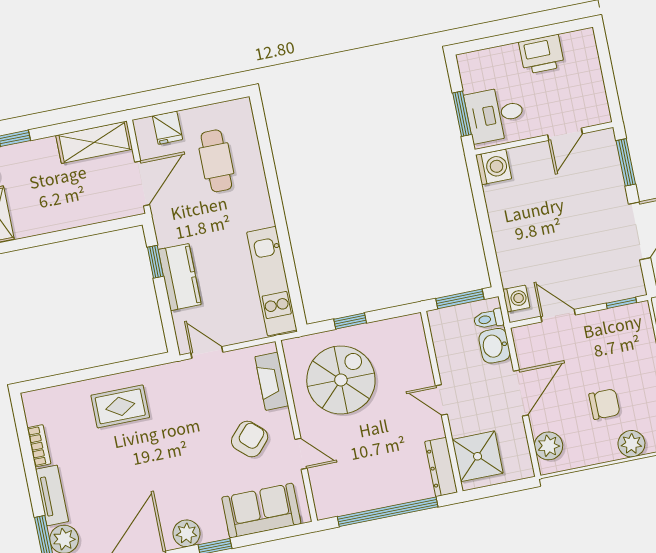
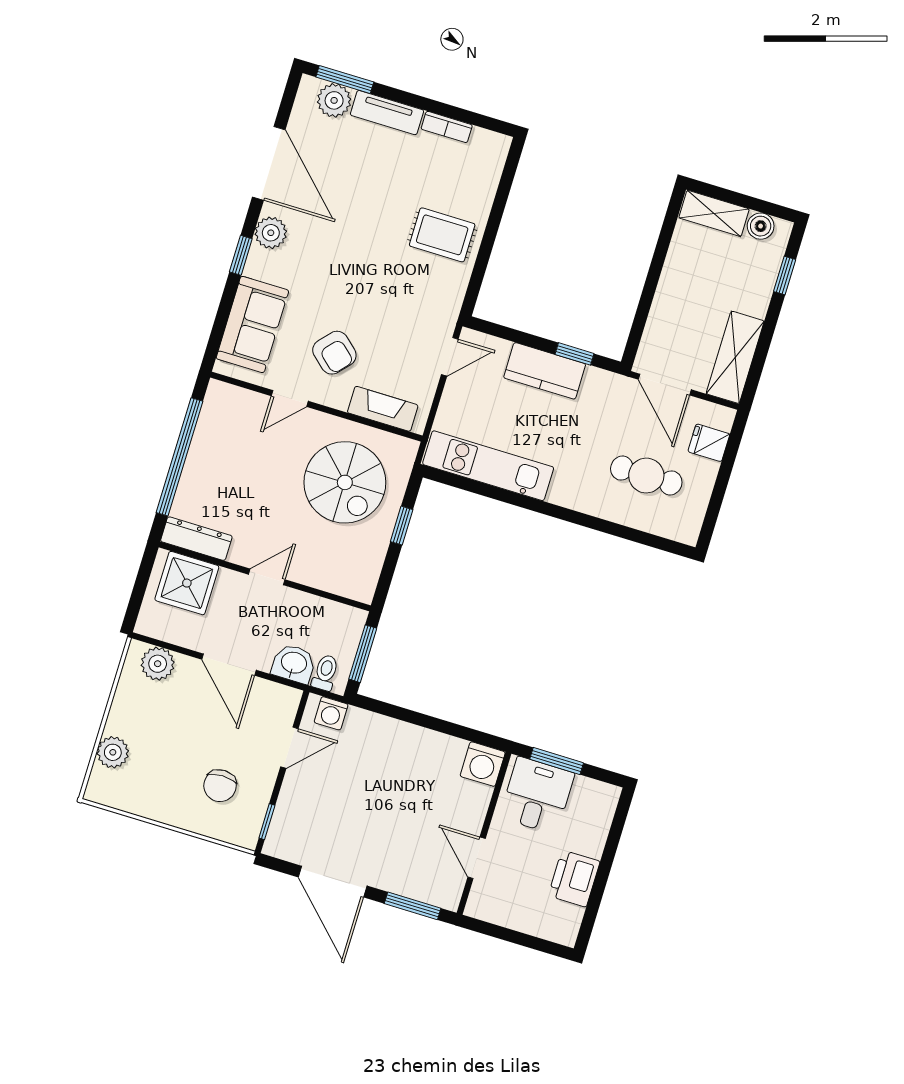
chair: (604, 404) -> (220, 786), moved
rug: (120, 406) -> (442, 235), turned 90

